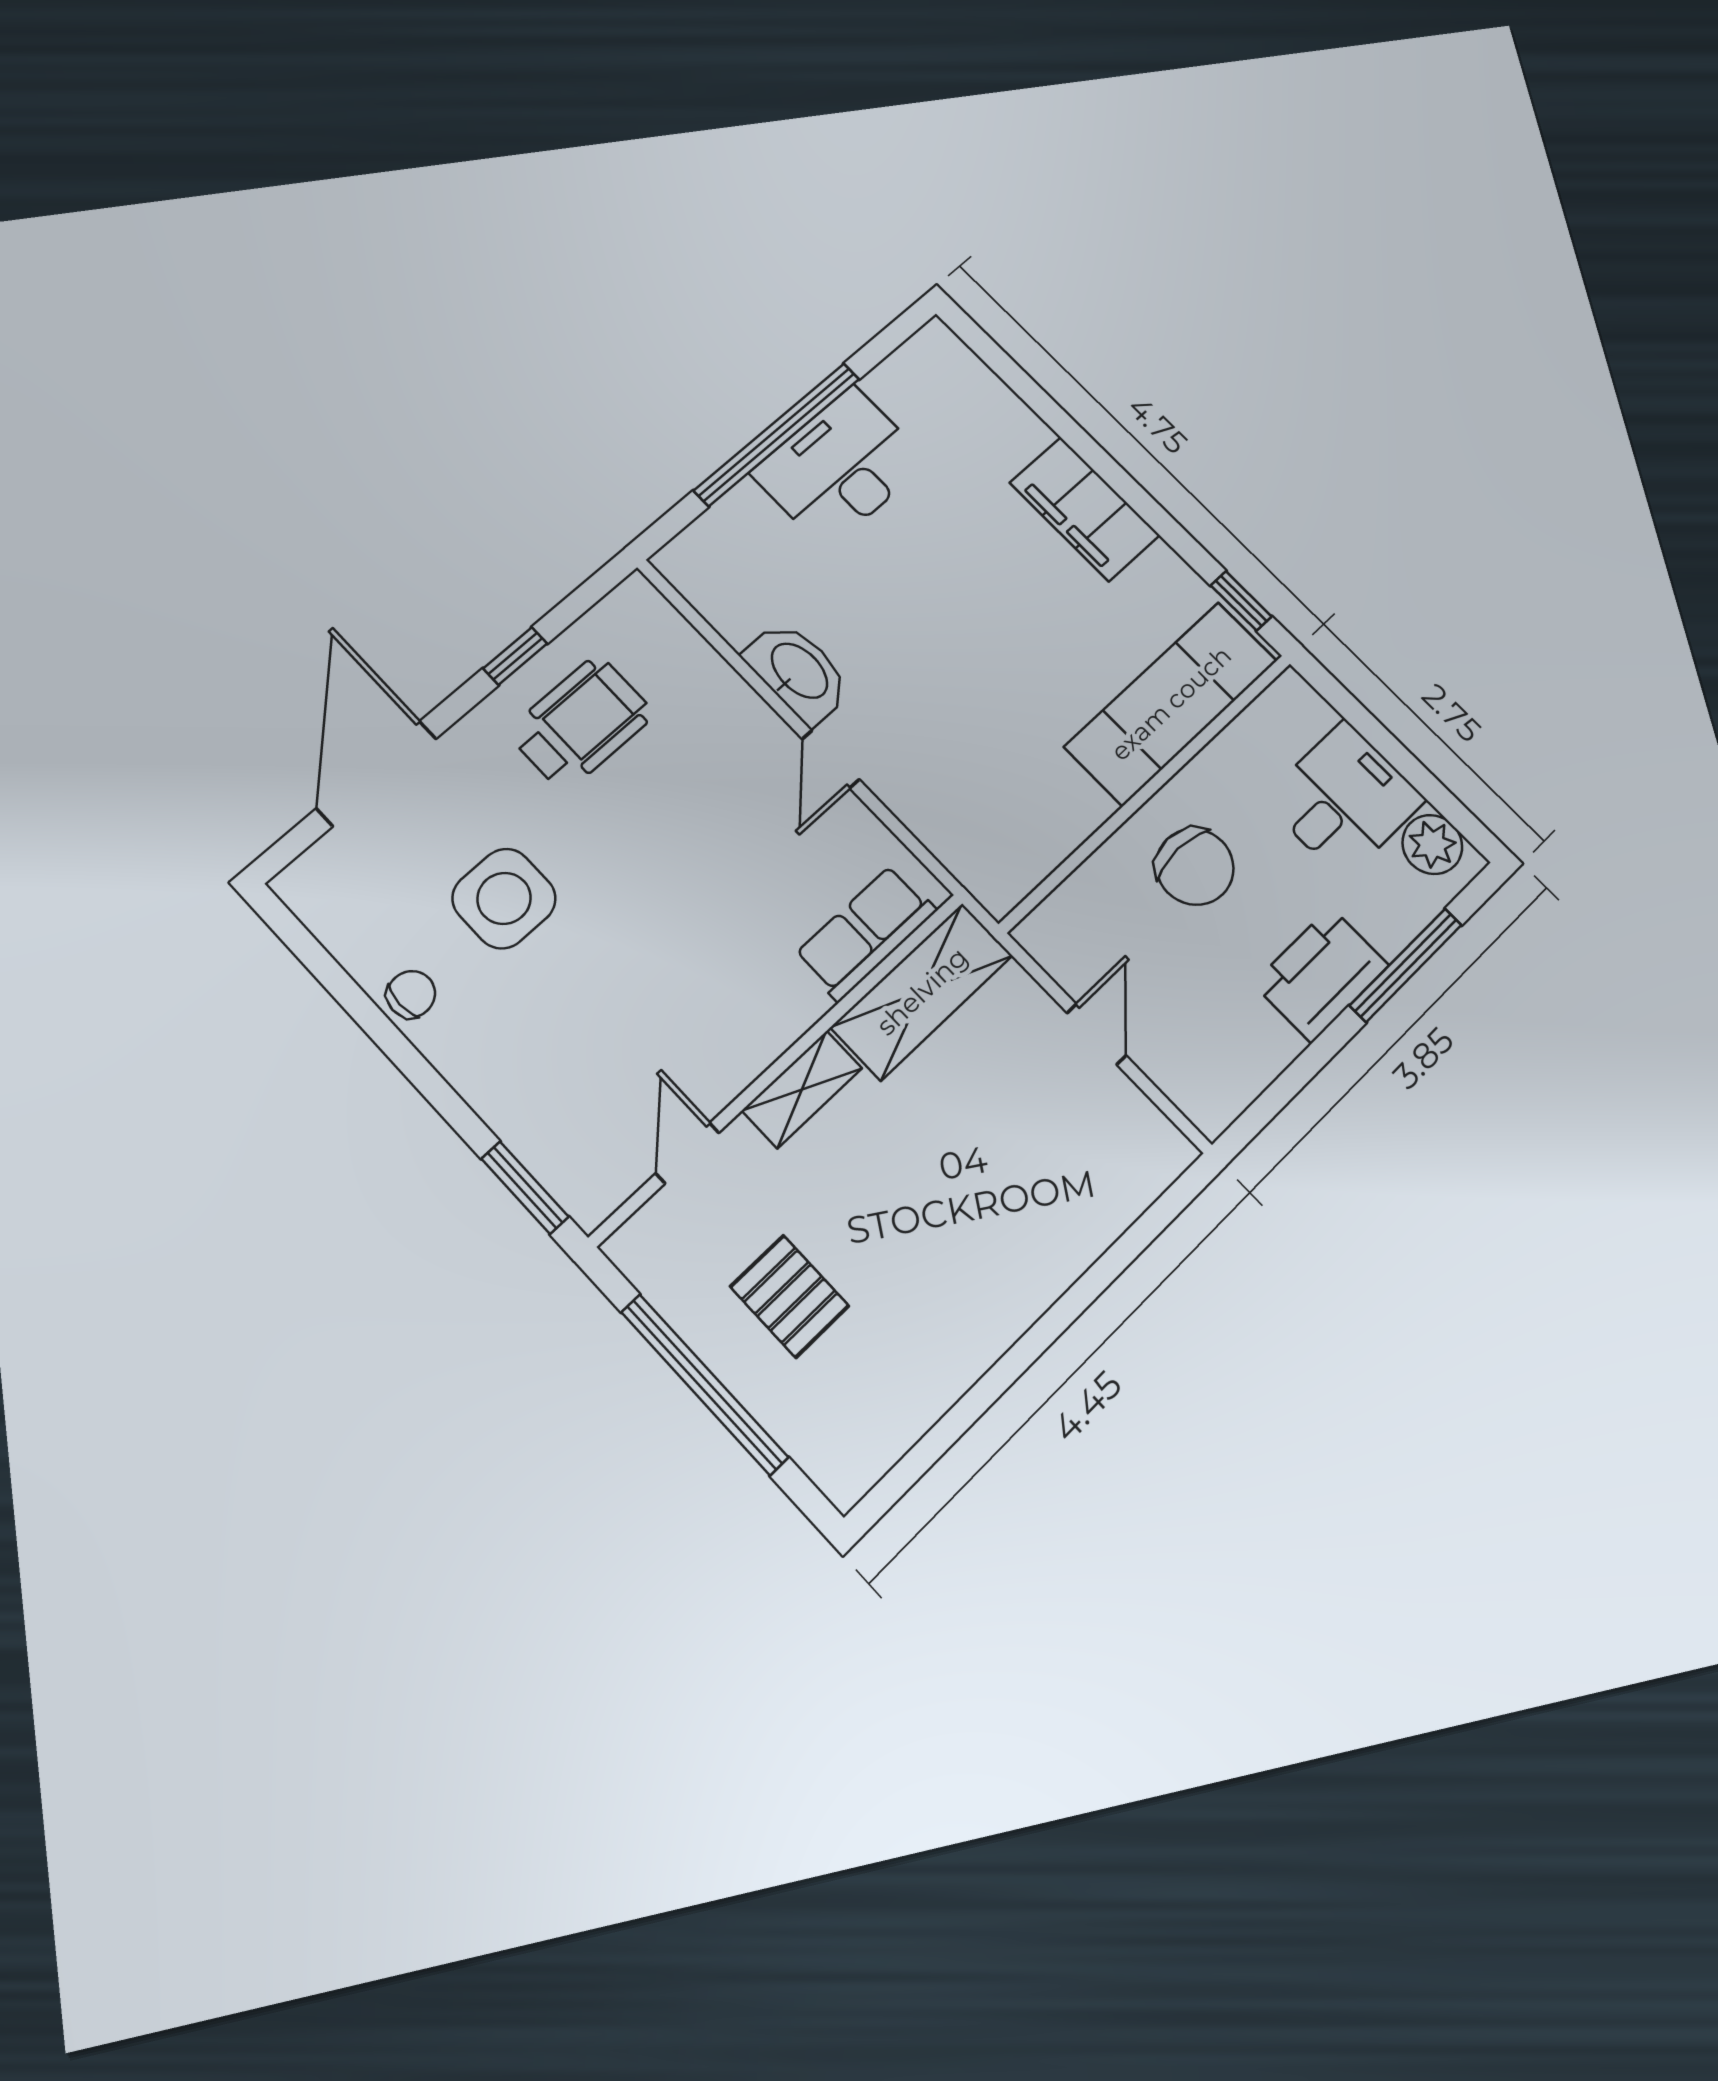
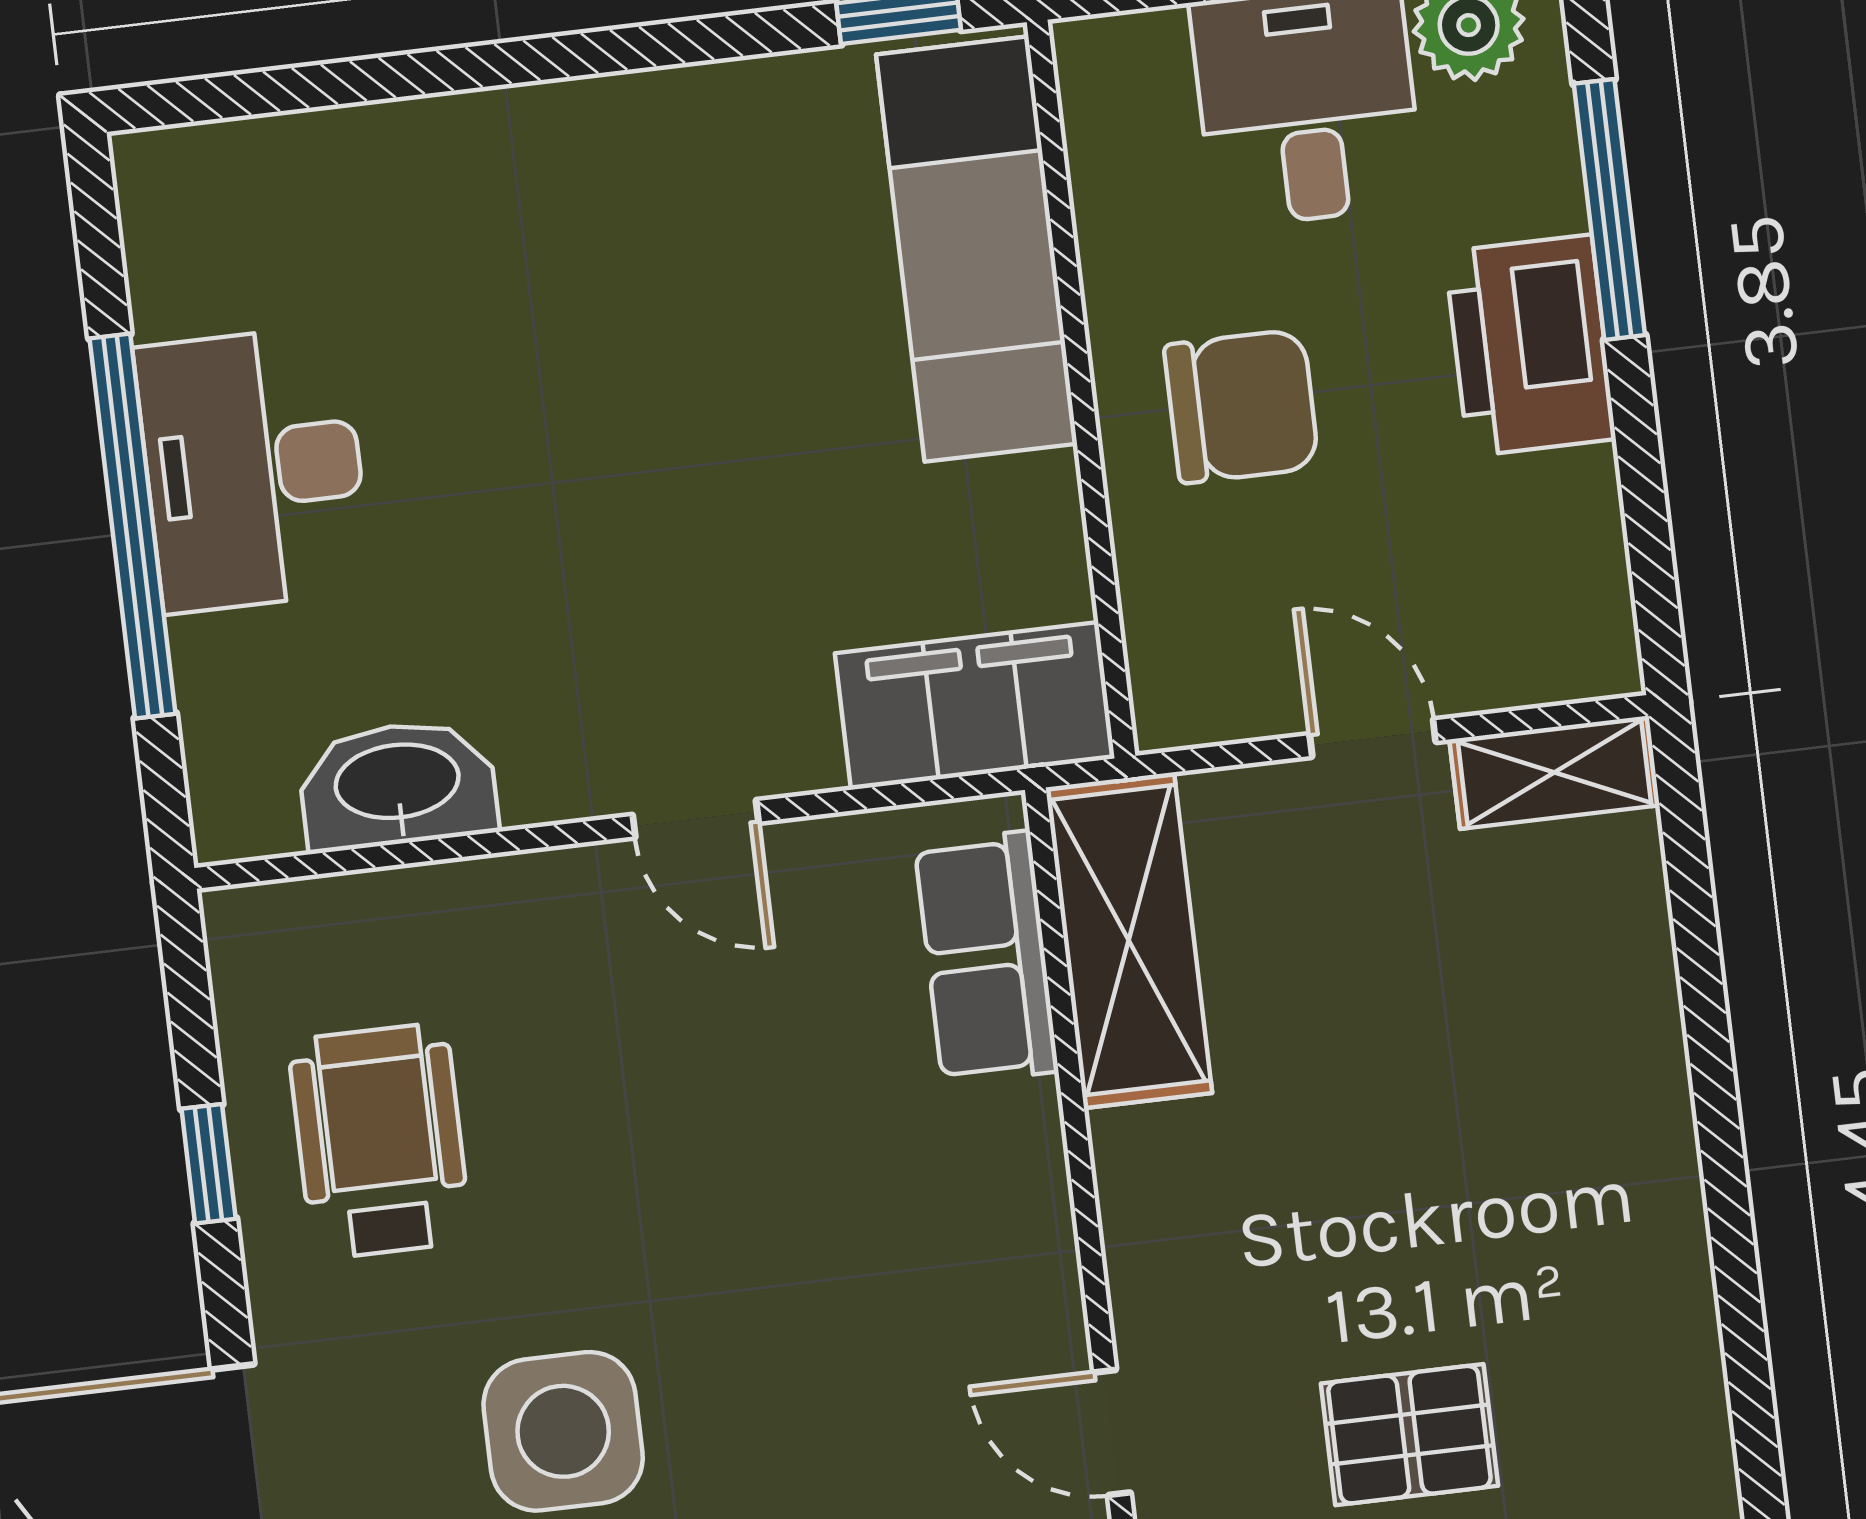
filing cabinet: (1085, 509) -> (975, 706), moved, turned 180
washbasin: (798, 672) -> (398, 785), moved
shelving: (802, 1089) -> (1554, 772), moved, turned 90

